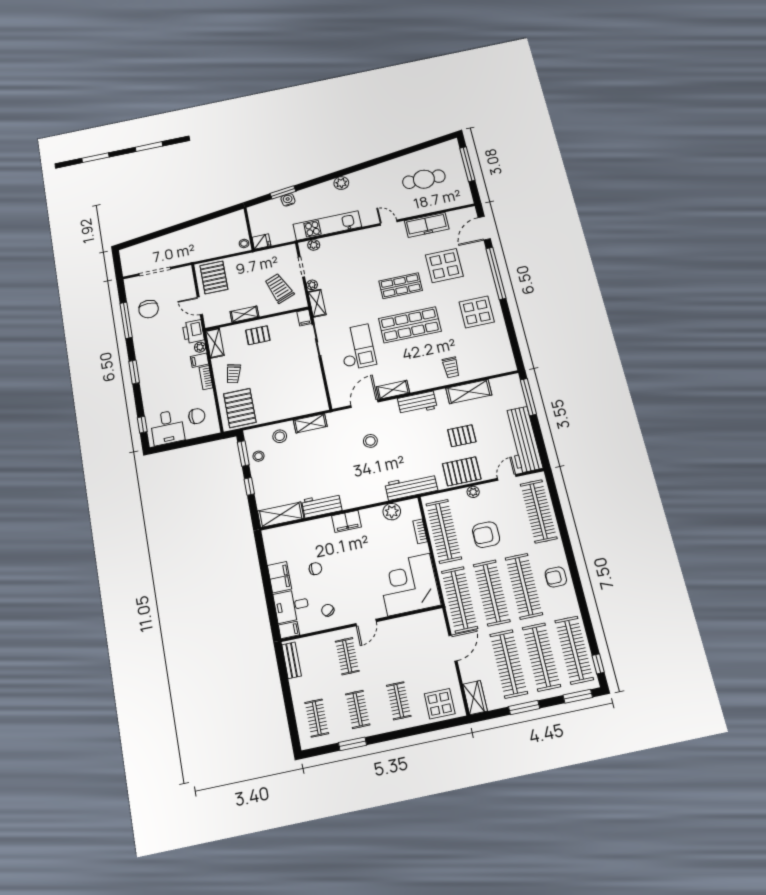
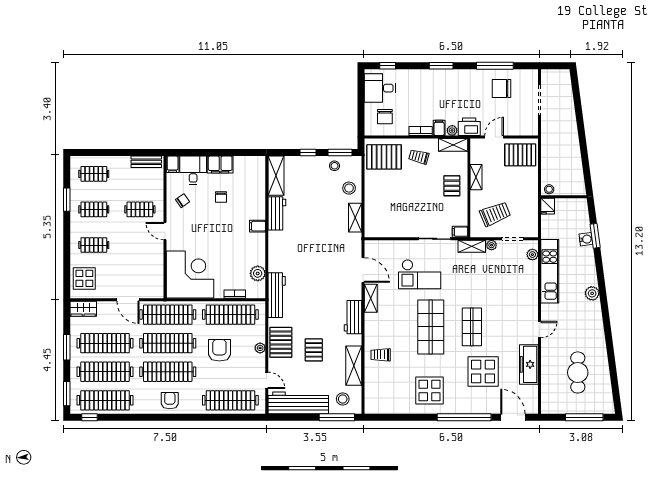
stool: (370, 441) -> (343, 399), moved
filing cabinet: (346, 521) -> (257, 226), width x0.50

